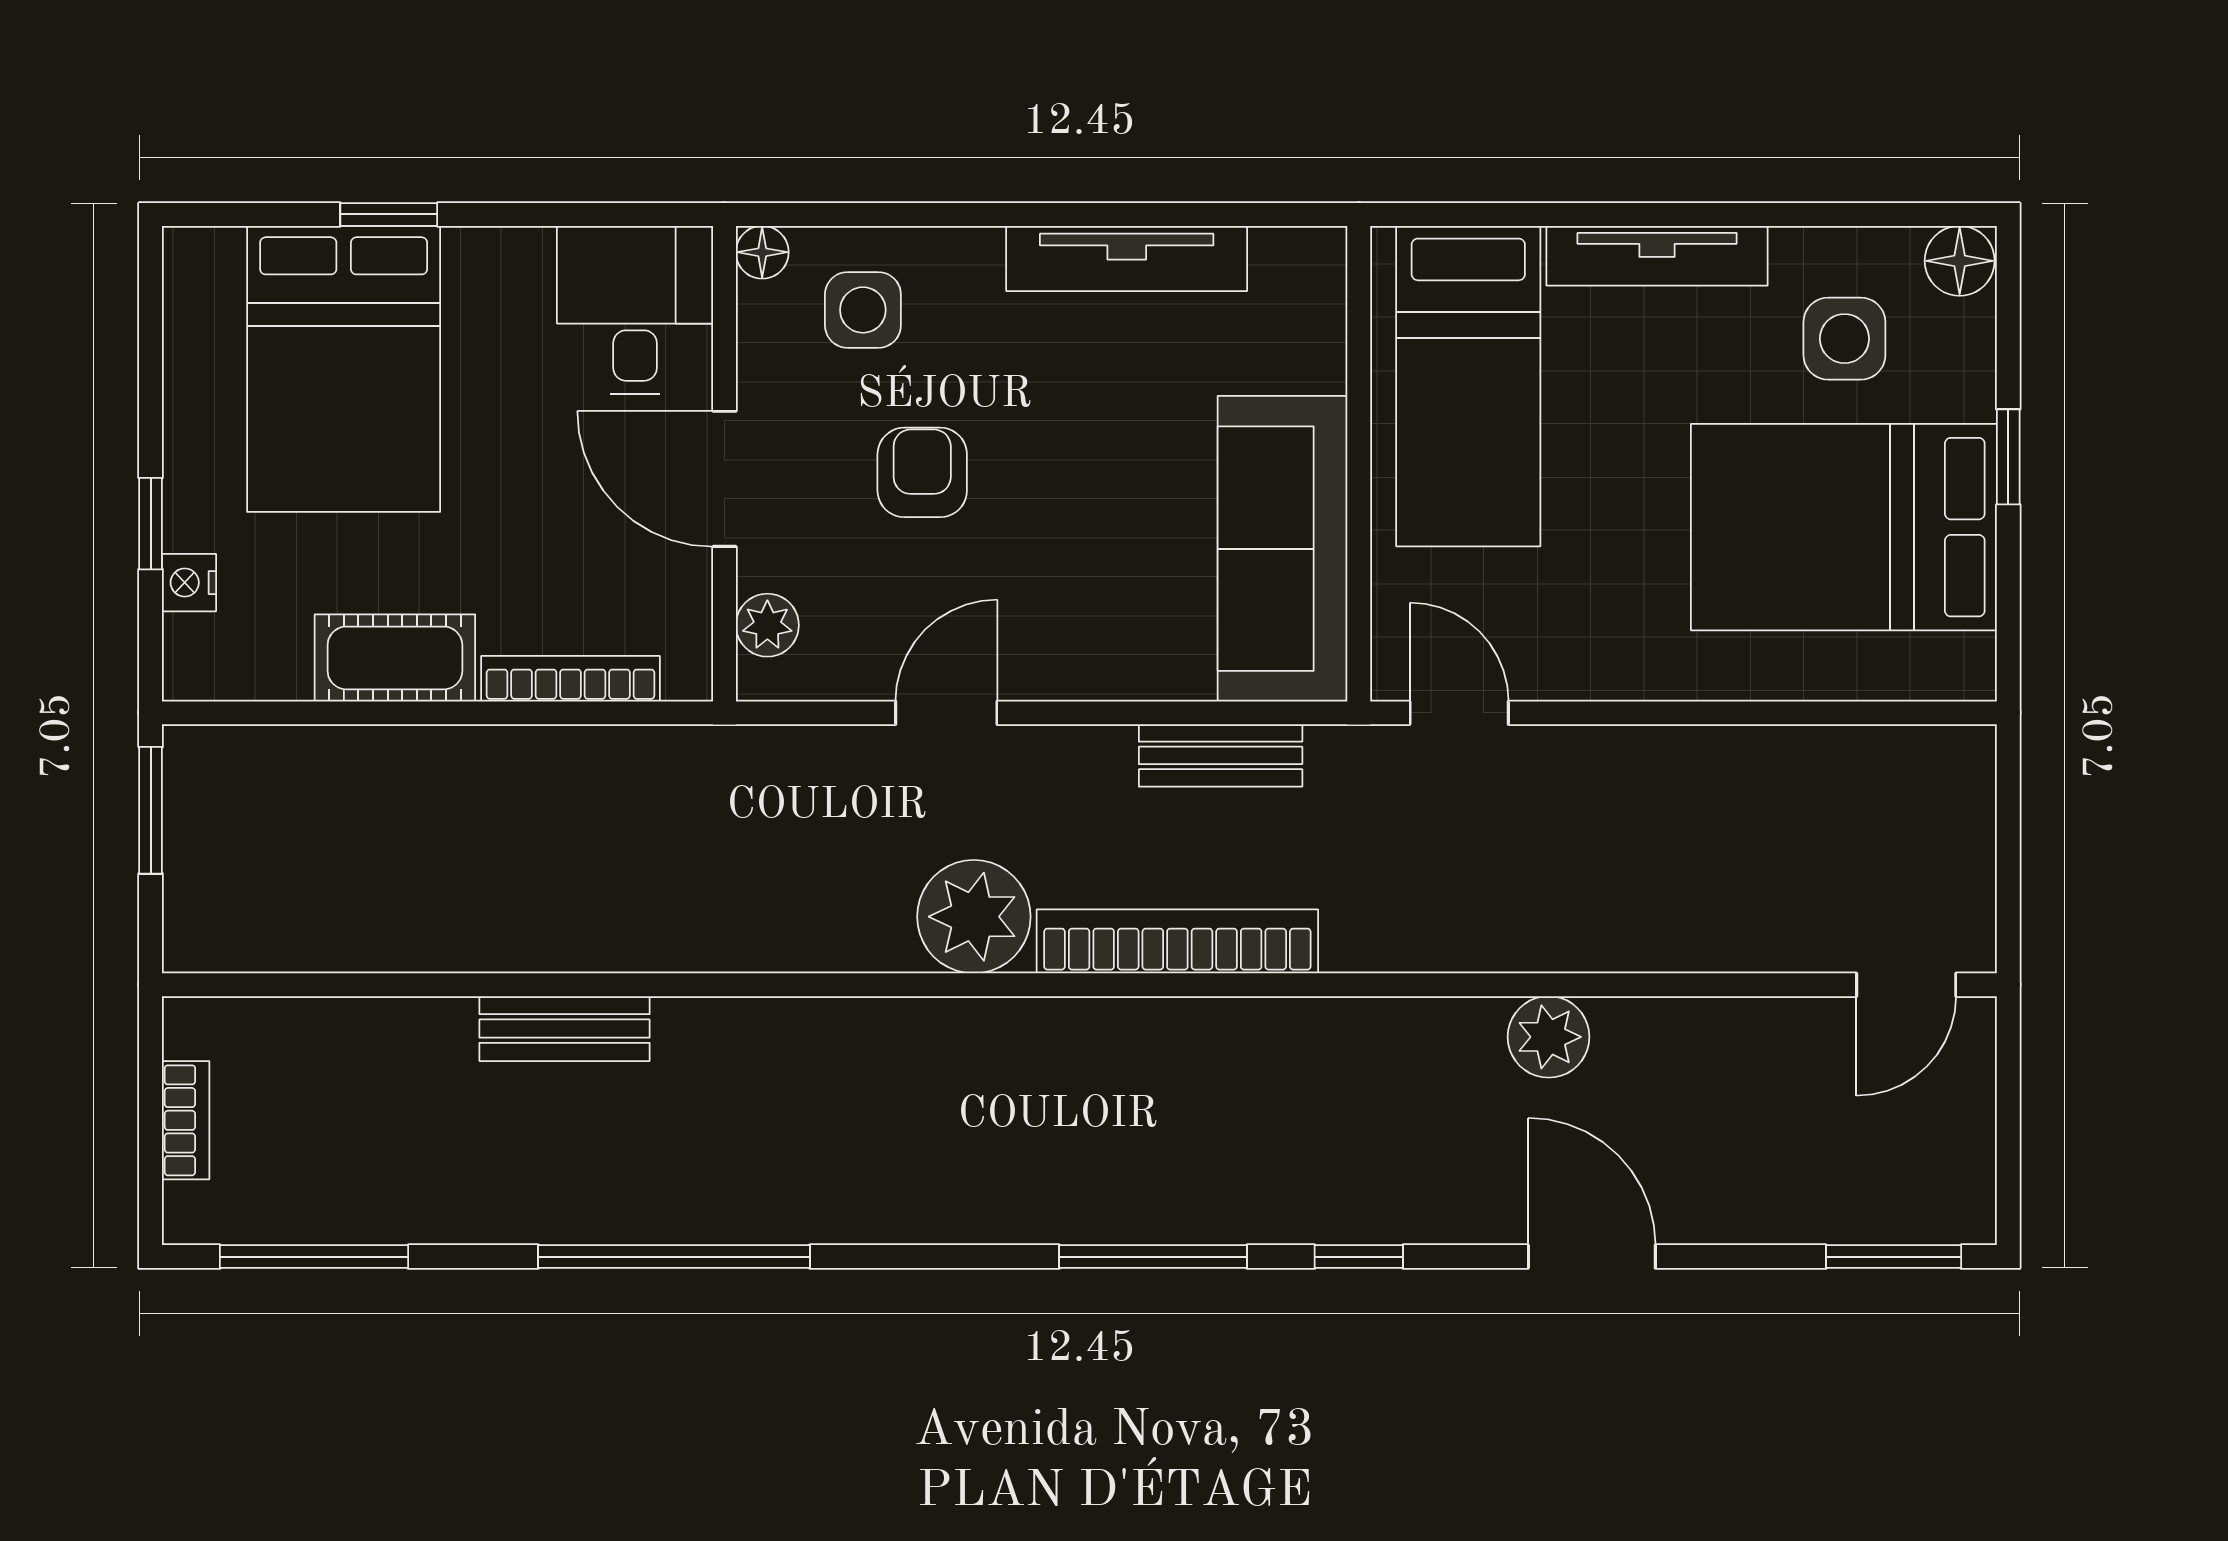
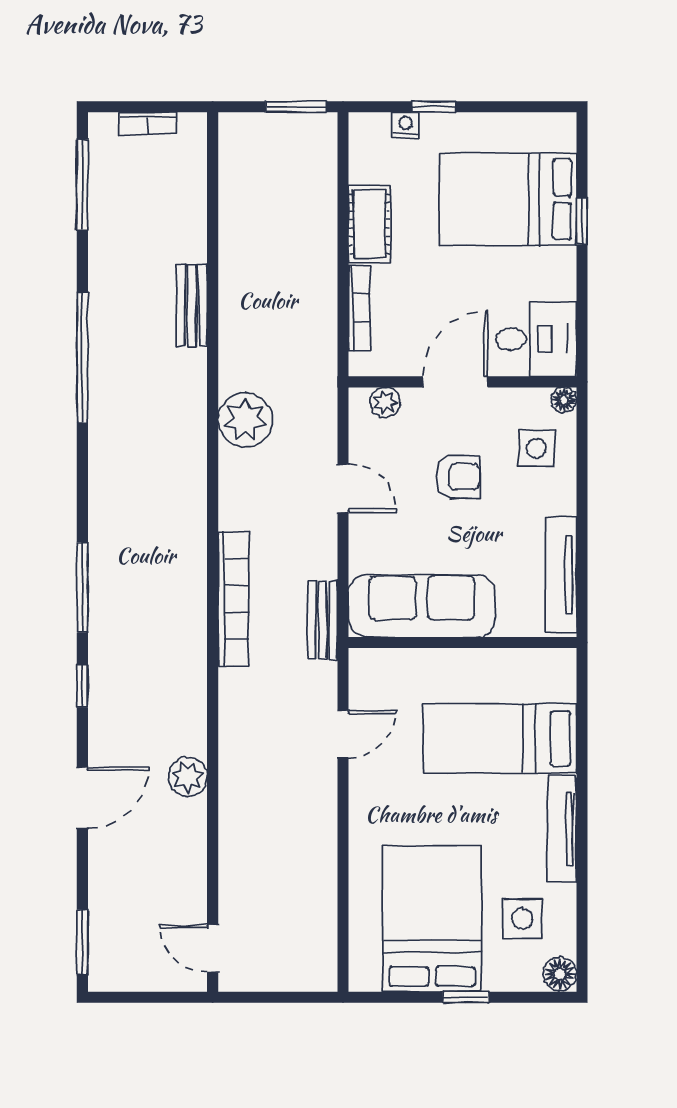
wall: (1359, 464) -> (462, 643), moved
sofa: (1282, 549) -> (422, 606), moved
plant: (974, 917) -> (245, 420), moved

